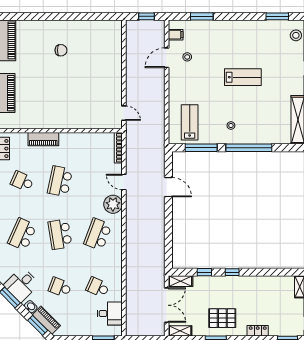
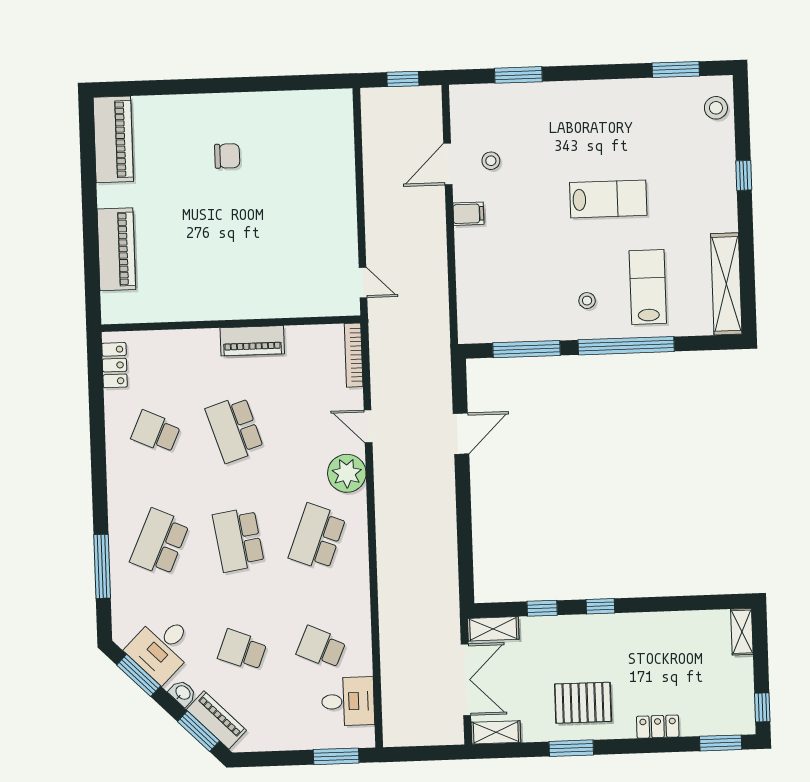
filing cabinet: (176, 35) -> (468, 214), moved
lab bench: (190, 122) -> (648, 287), moved
piano: (43, 139) -> (252, 341), moved
school desk: (60, 181) -> (235, 429), turned -30
door: (168, 187) -> (461, 434), hinge flipped

